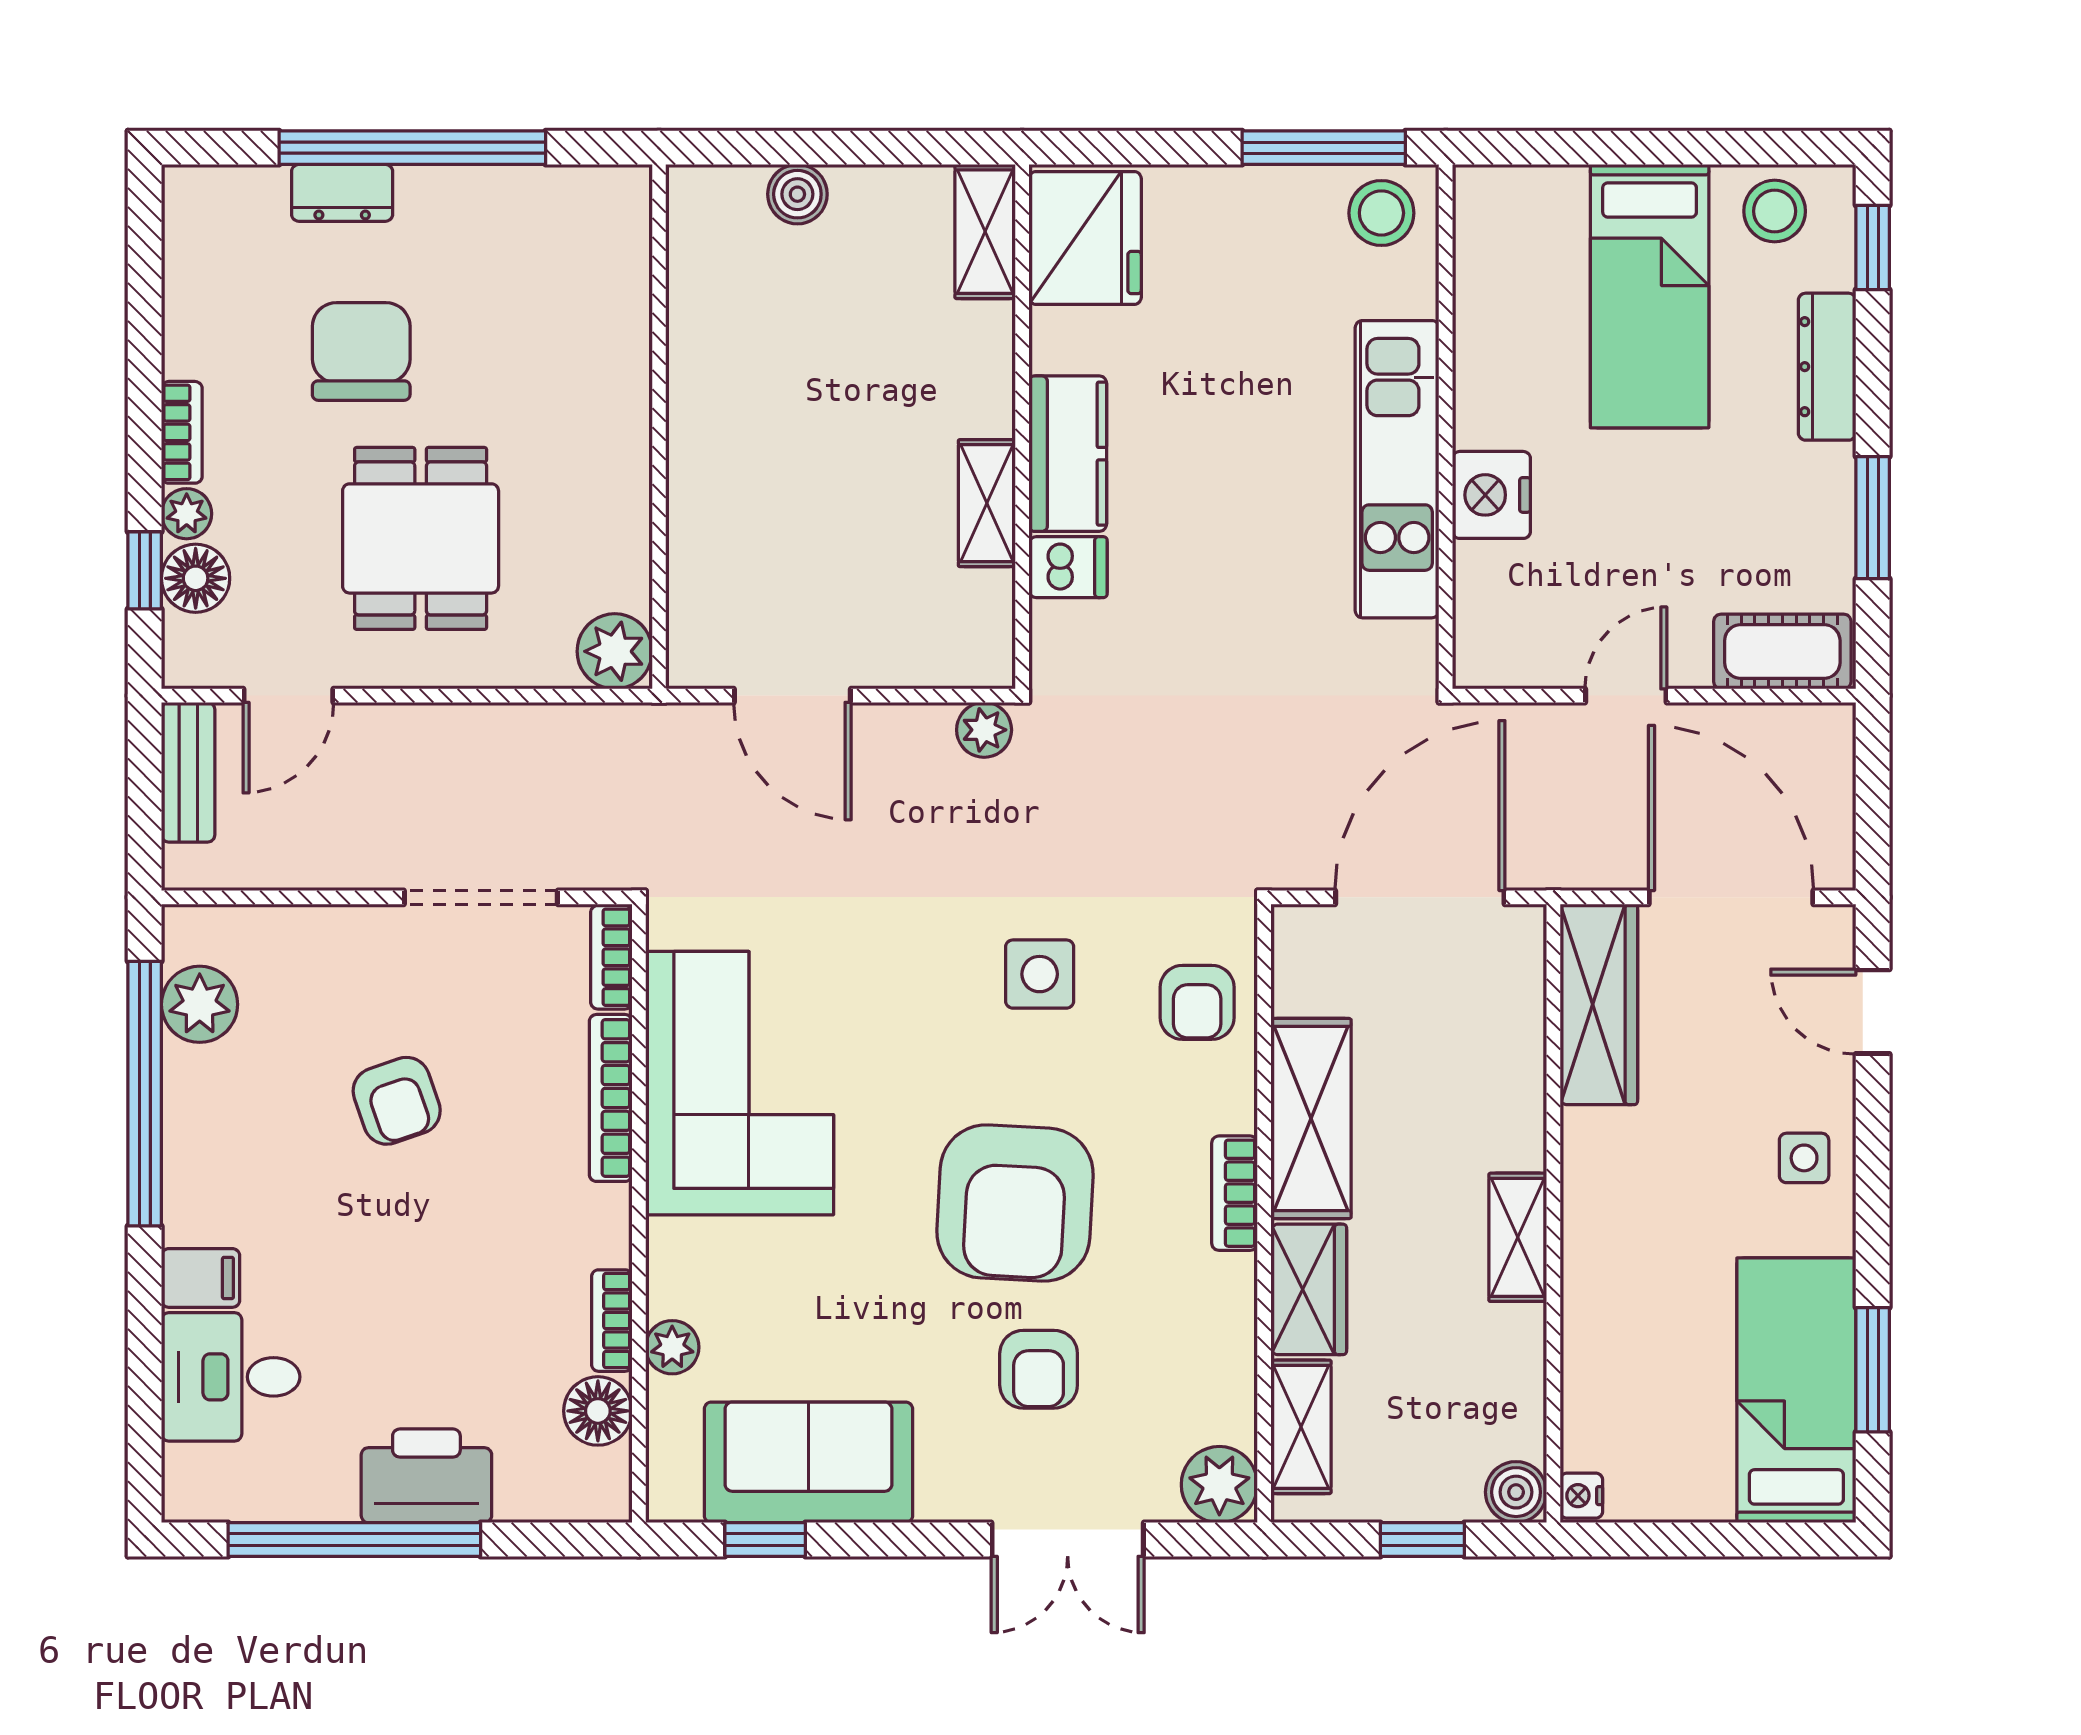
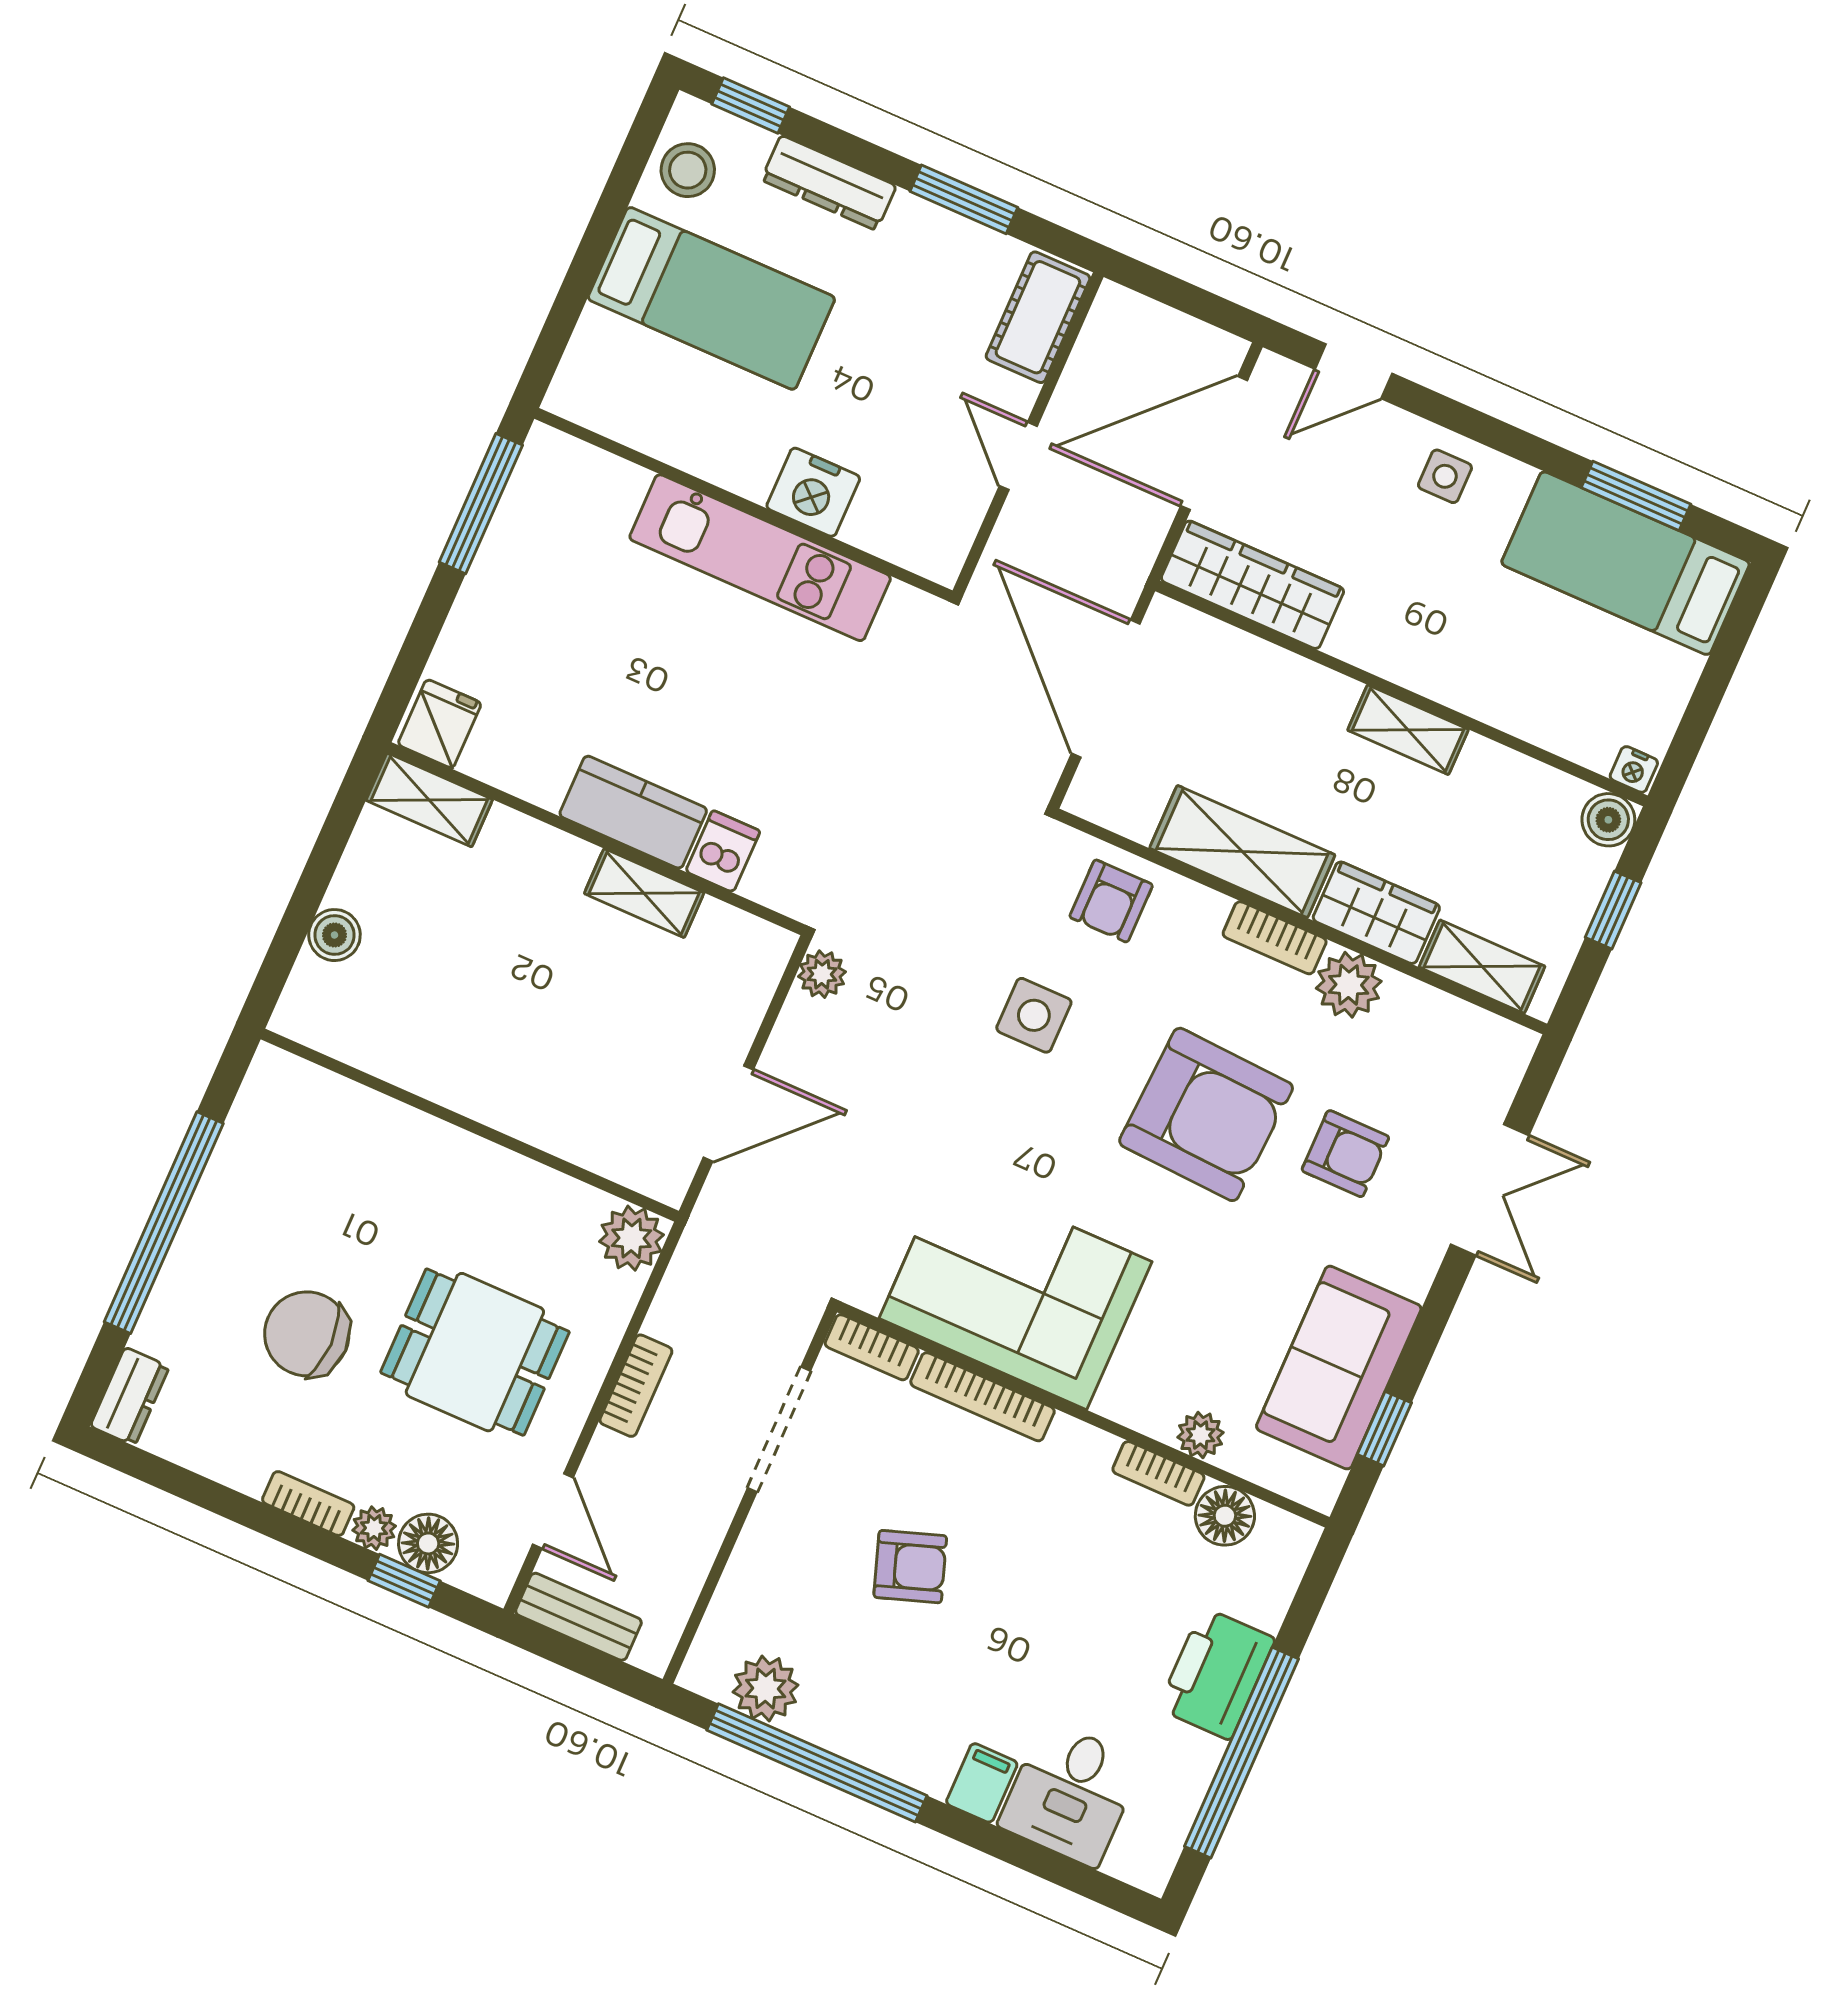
dresser: (342, 193) -> (130, 1396), moved
stool: (1381, 213) -> (552, 481), removed
fridge: (1085, 238) -> (440, 724), width x0.53, depth x0.75
bookcase: (460, 725) -> (636, 1386), added
armchair: (1197, 1002) -> (1111, 901), turned 90
plant: (1219, 1485) -> (1349, 985), moved

